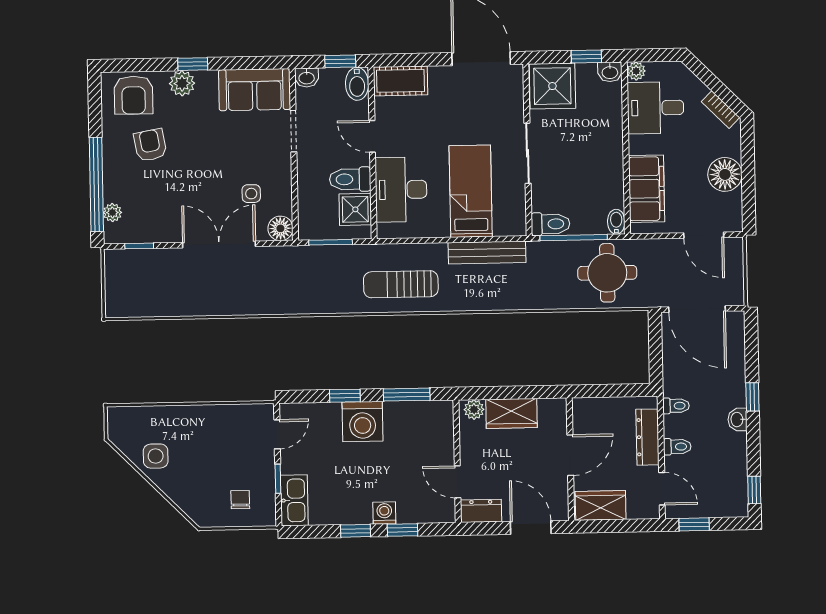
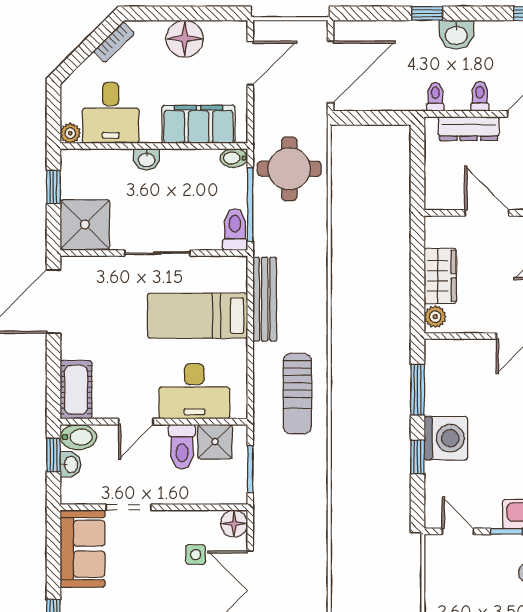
washbasin: (610, 72) -> (147, 159), moved, turned 90
washbasin: (307, 78) -> (70, 465), moved
washbasin: (737, 420) -> (456, 35), width x1.38, depth x1.45

